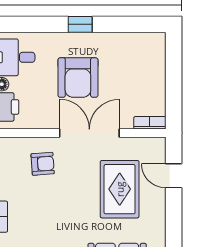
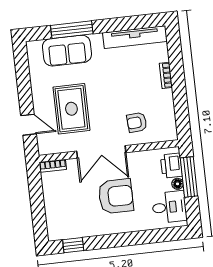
window: (80, 24) -> (73, 245), moved
armchair: (78, 78) -> (116, 196), turned 90

